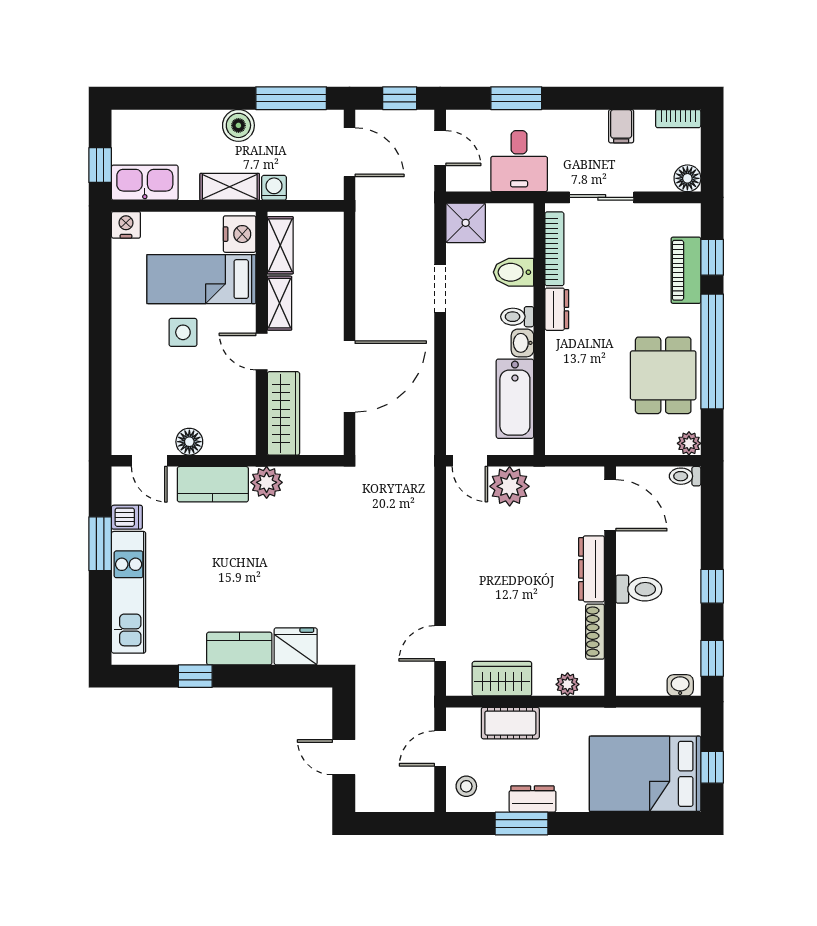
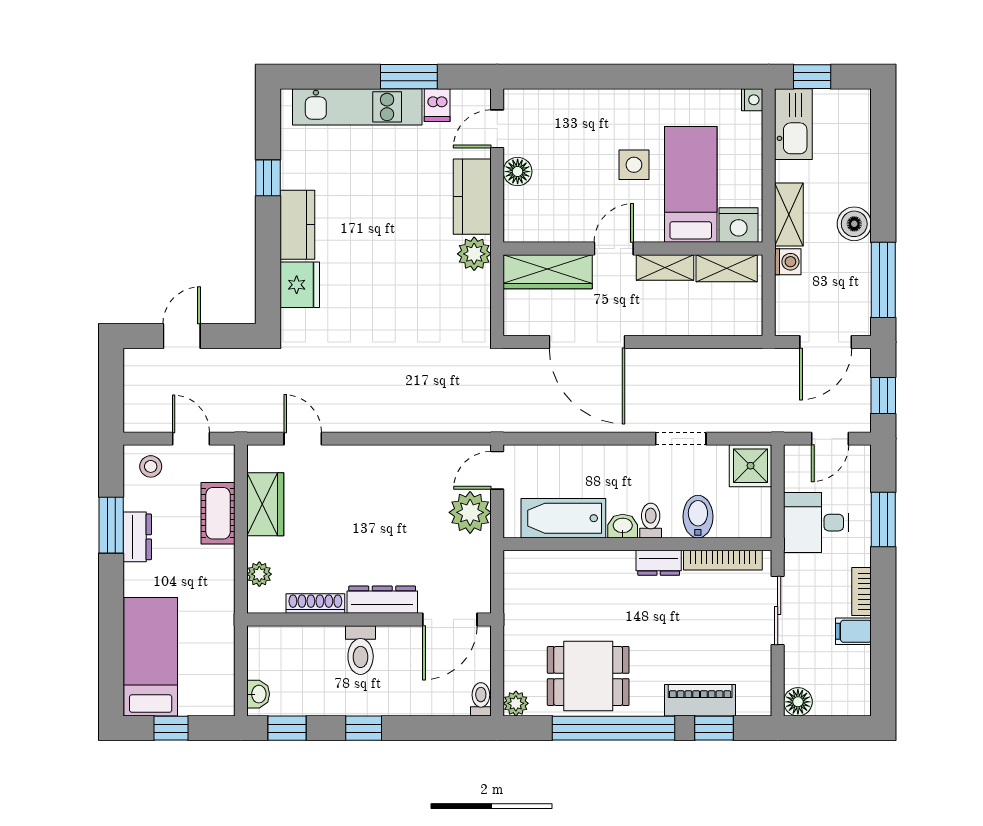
bookcase: (678, 119) -> (862, 591), moved
nightstand: (126, 225) -> (752, 100), width x0.72, depth x0.74
bed: (645, 774) -> (151, 657), width x0.67

